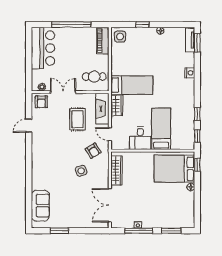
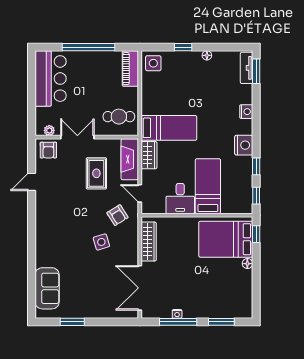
nightstand: (188, 98) -> (244, 145), added

